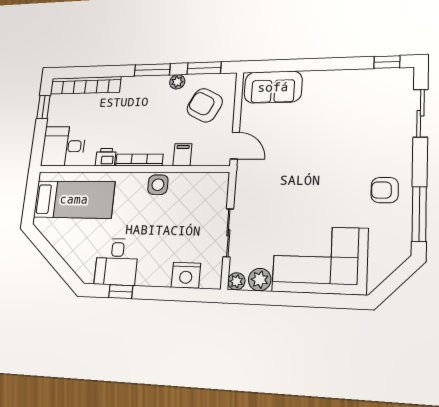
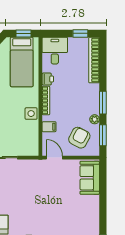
door: (235, 146) -> (54, 158), swing flipped
window: (31, 196) -> (24, 33), added

